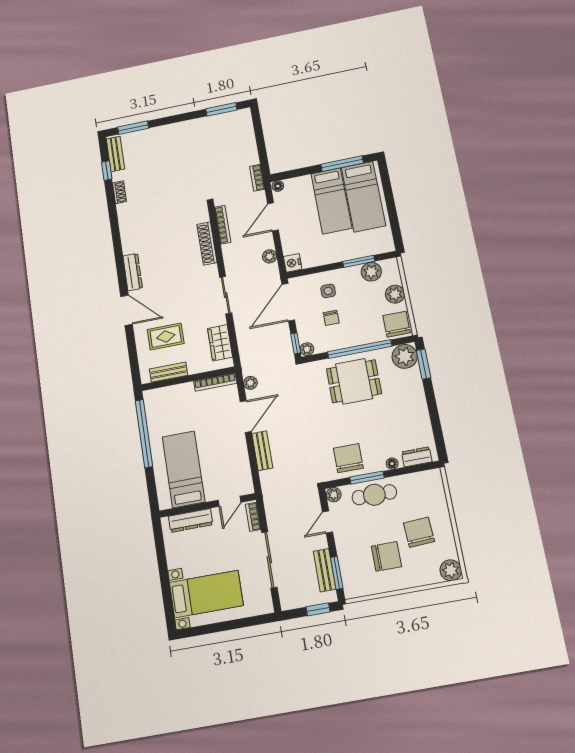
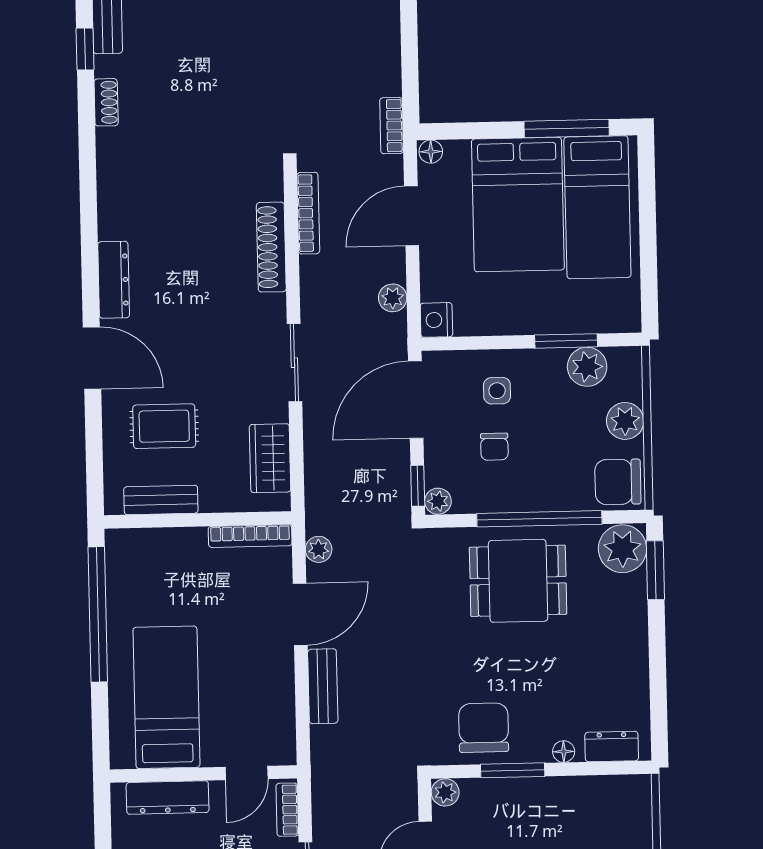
bed: (331, 201) -> (518, 205), width x1.50
chair: (397, 324) -> (618, 482), turned -90
cafe table: (374, 495) -> (521, 805), removed

